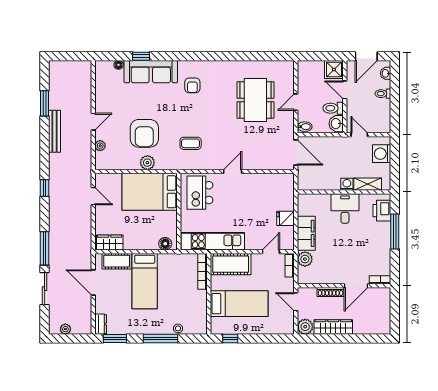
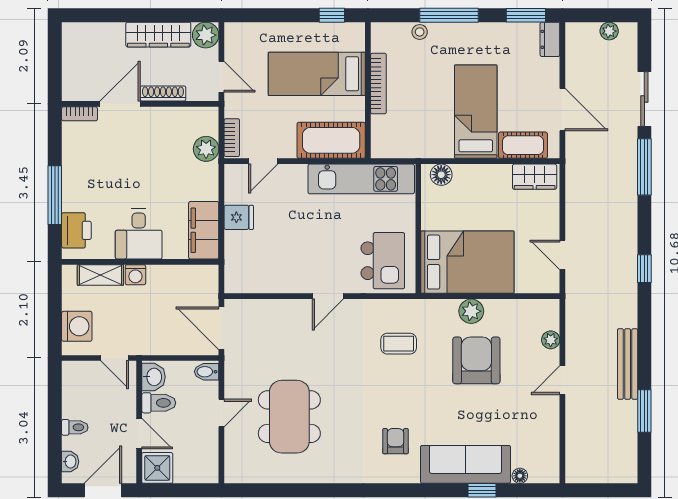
filing cabinet: (306, 233) -> (204, 230), moved
bookcase: (203, 271) -> (378, 84), moved

